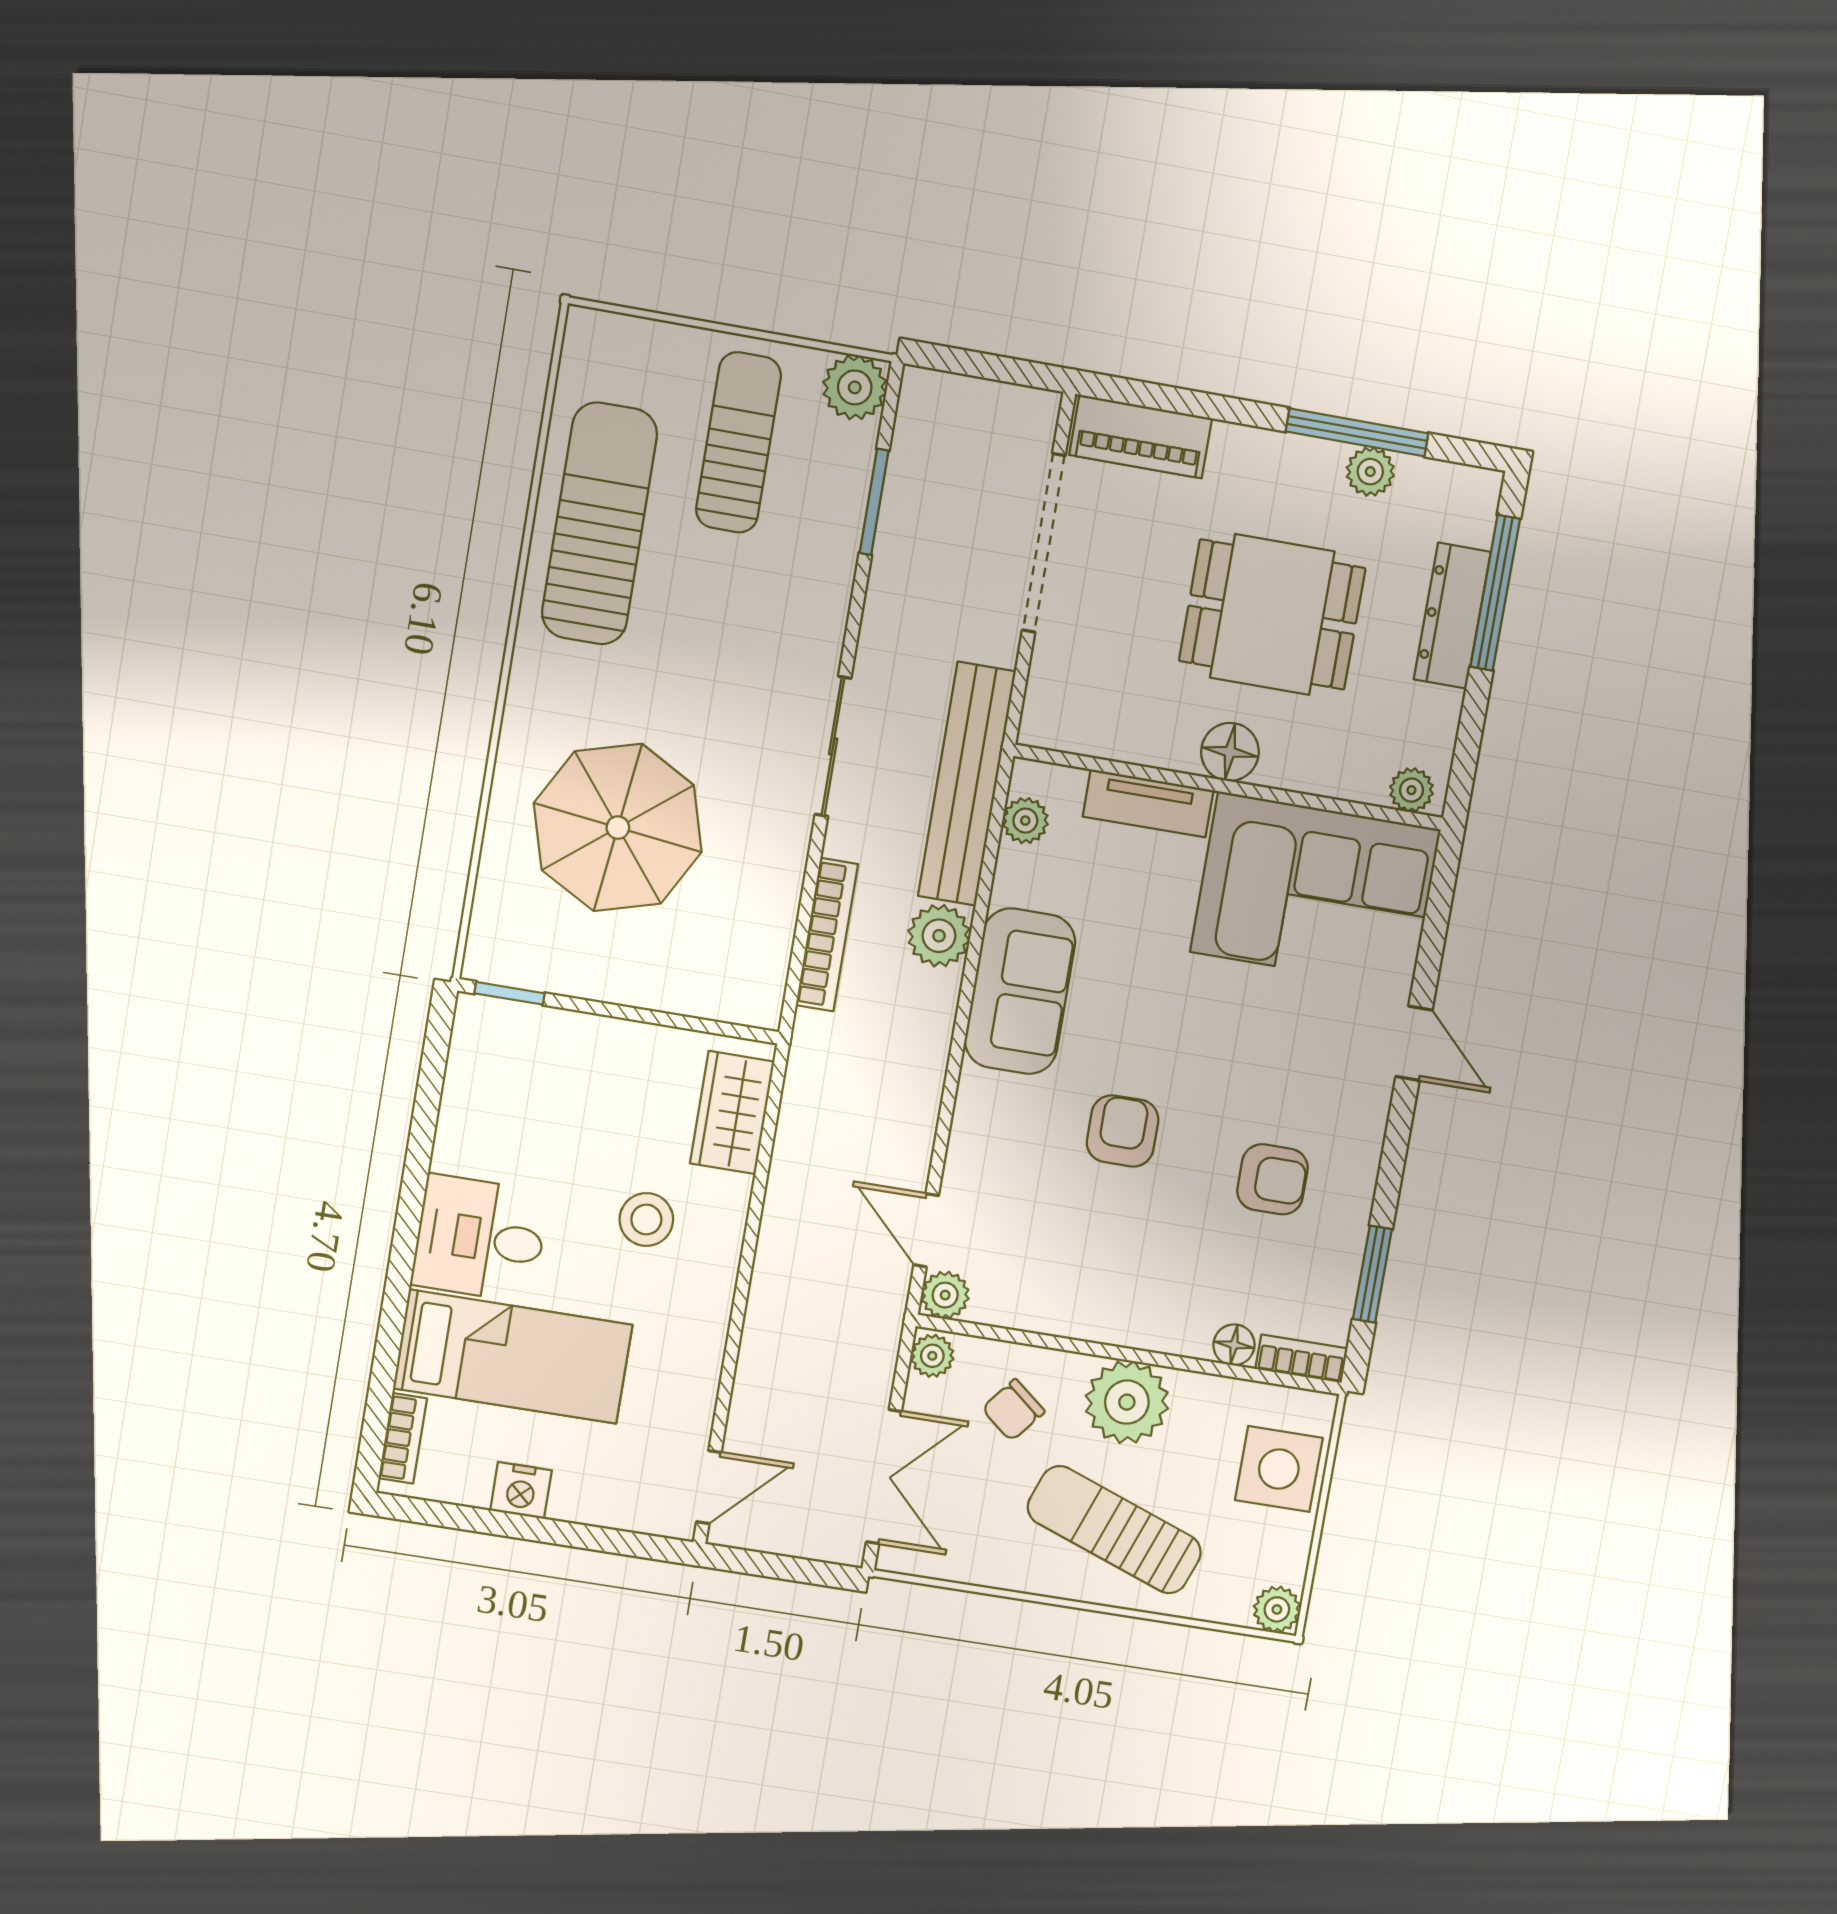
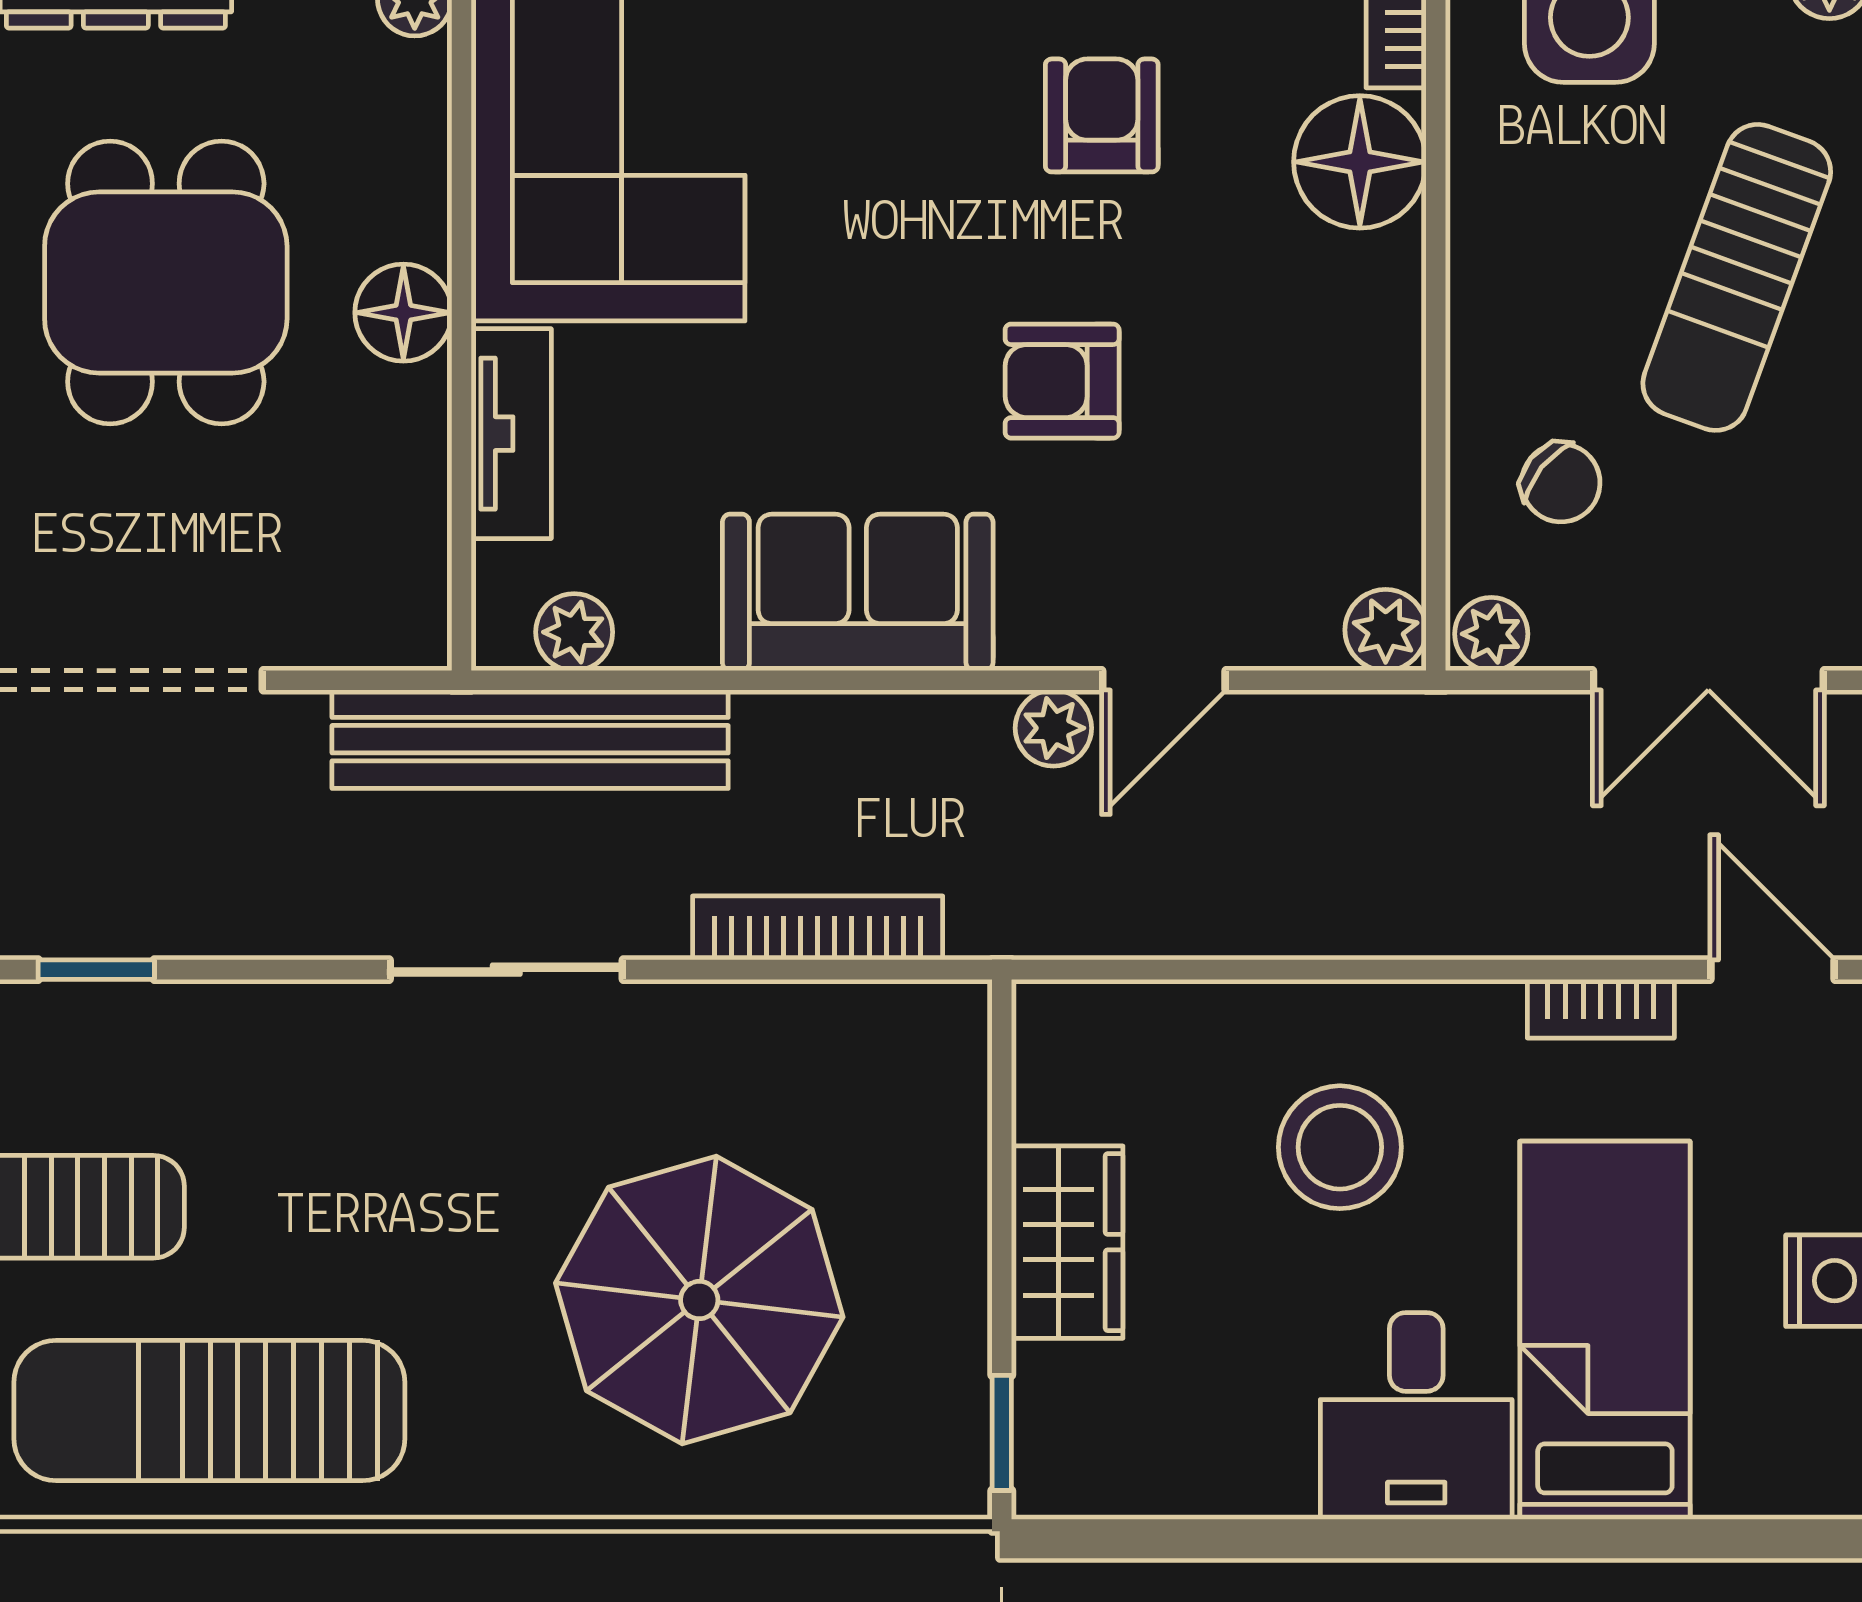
window: (874, 502) -> (96, 970), width x0.67
plant: (939, 936) -> (1053, 728), moved, width x0.73, depth x0.73
wardrobe: (732, 1113) -> (1067, 1242), moved, turned -90
stool: (646, 1220) -> (1340, 1147), width x1.38, depth x1.38
door: (926, 1230) -> (1164, 680), moved
floor lamp: (1234, 1345) -> (1360, 162), width x1.89, depth x1.89
plant: (1127, 1402) -> (1517, 294), removed
bookcase: (403, 1438) -> (1601, 1009), moved, turned 180
double door: (884, 1477) -> (1708, 680), swing flipped

